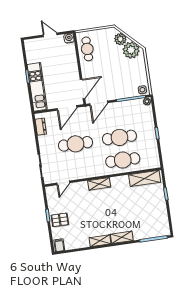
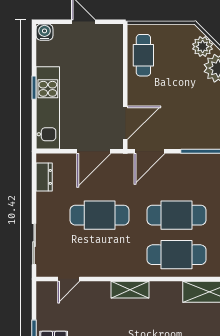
water cooler: (69, 38) -> (45, 32), moved

